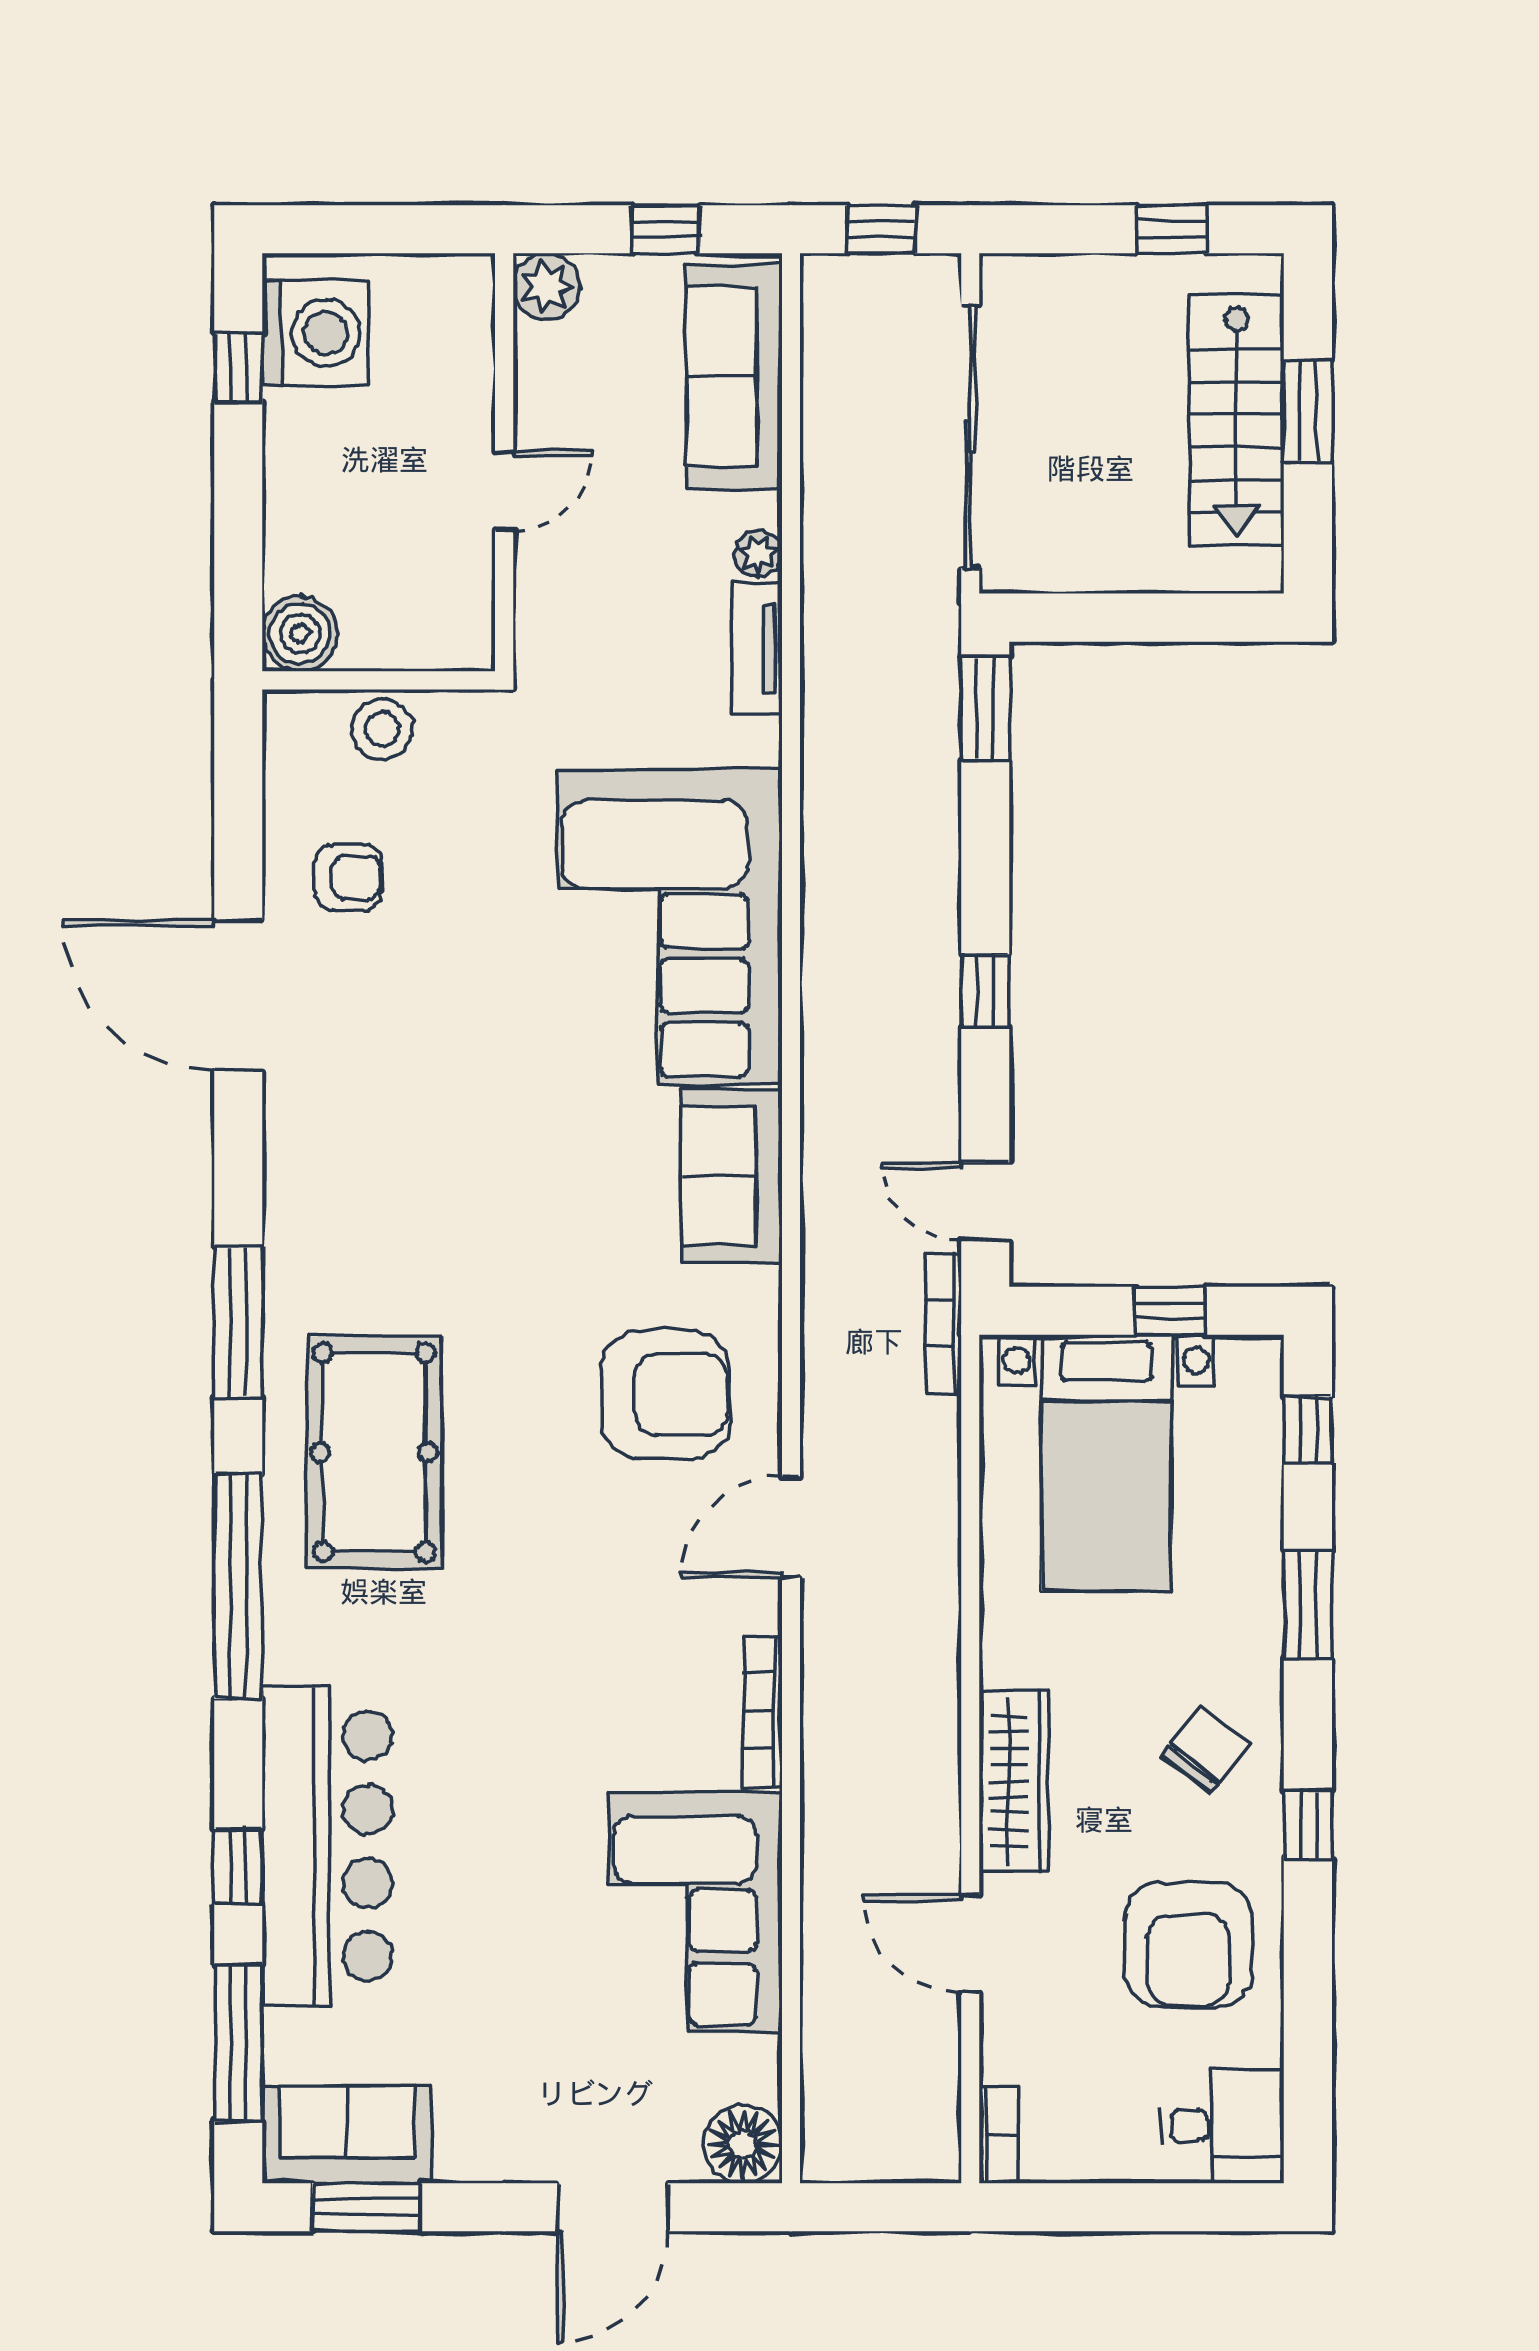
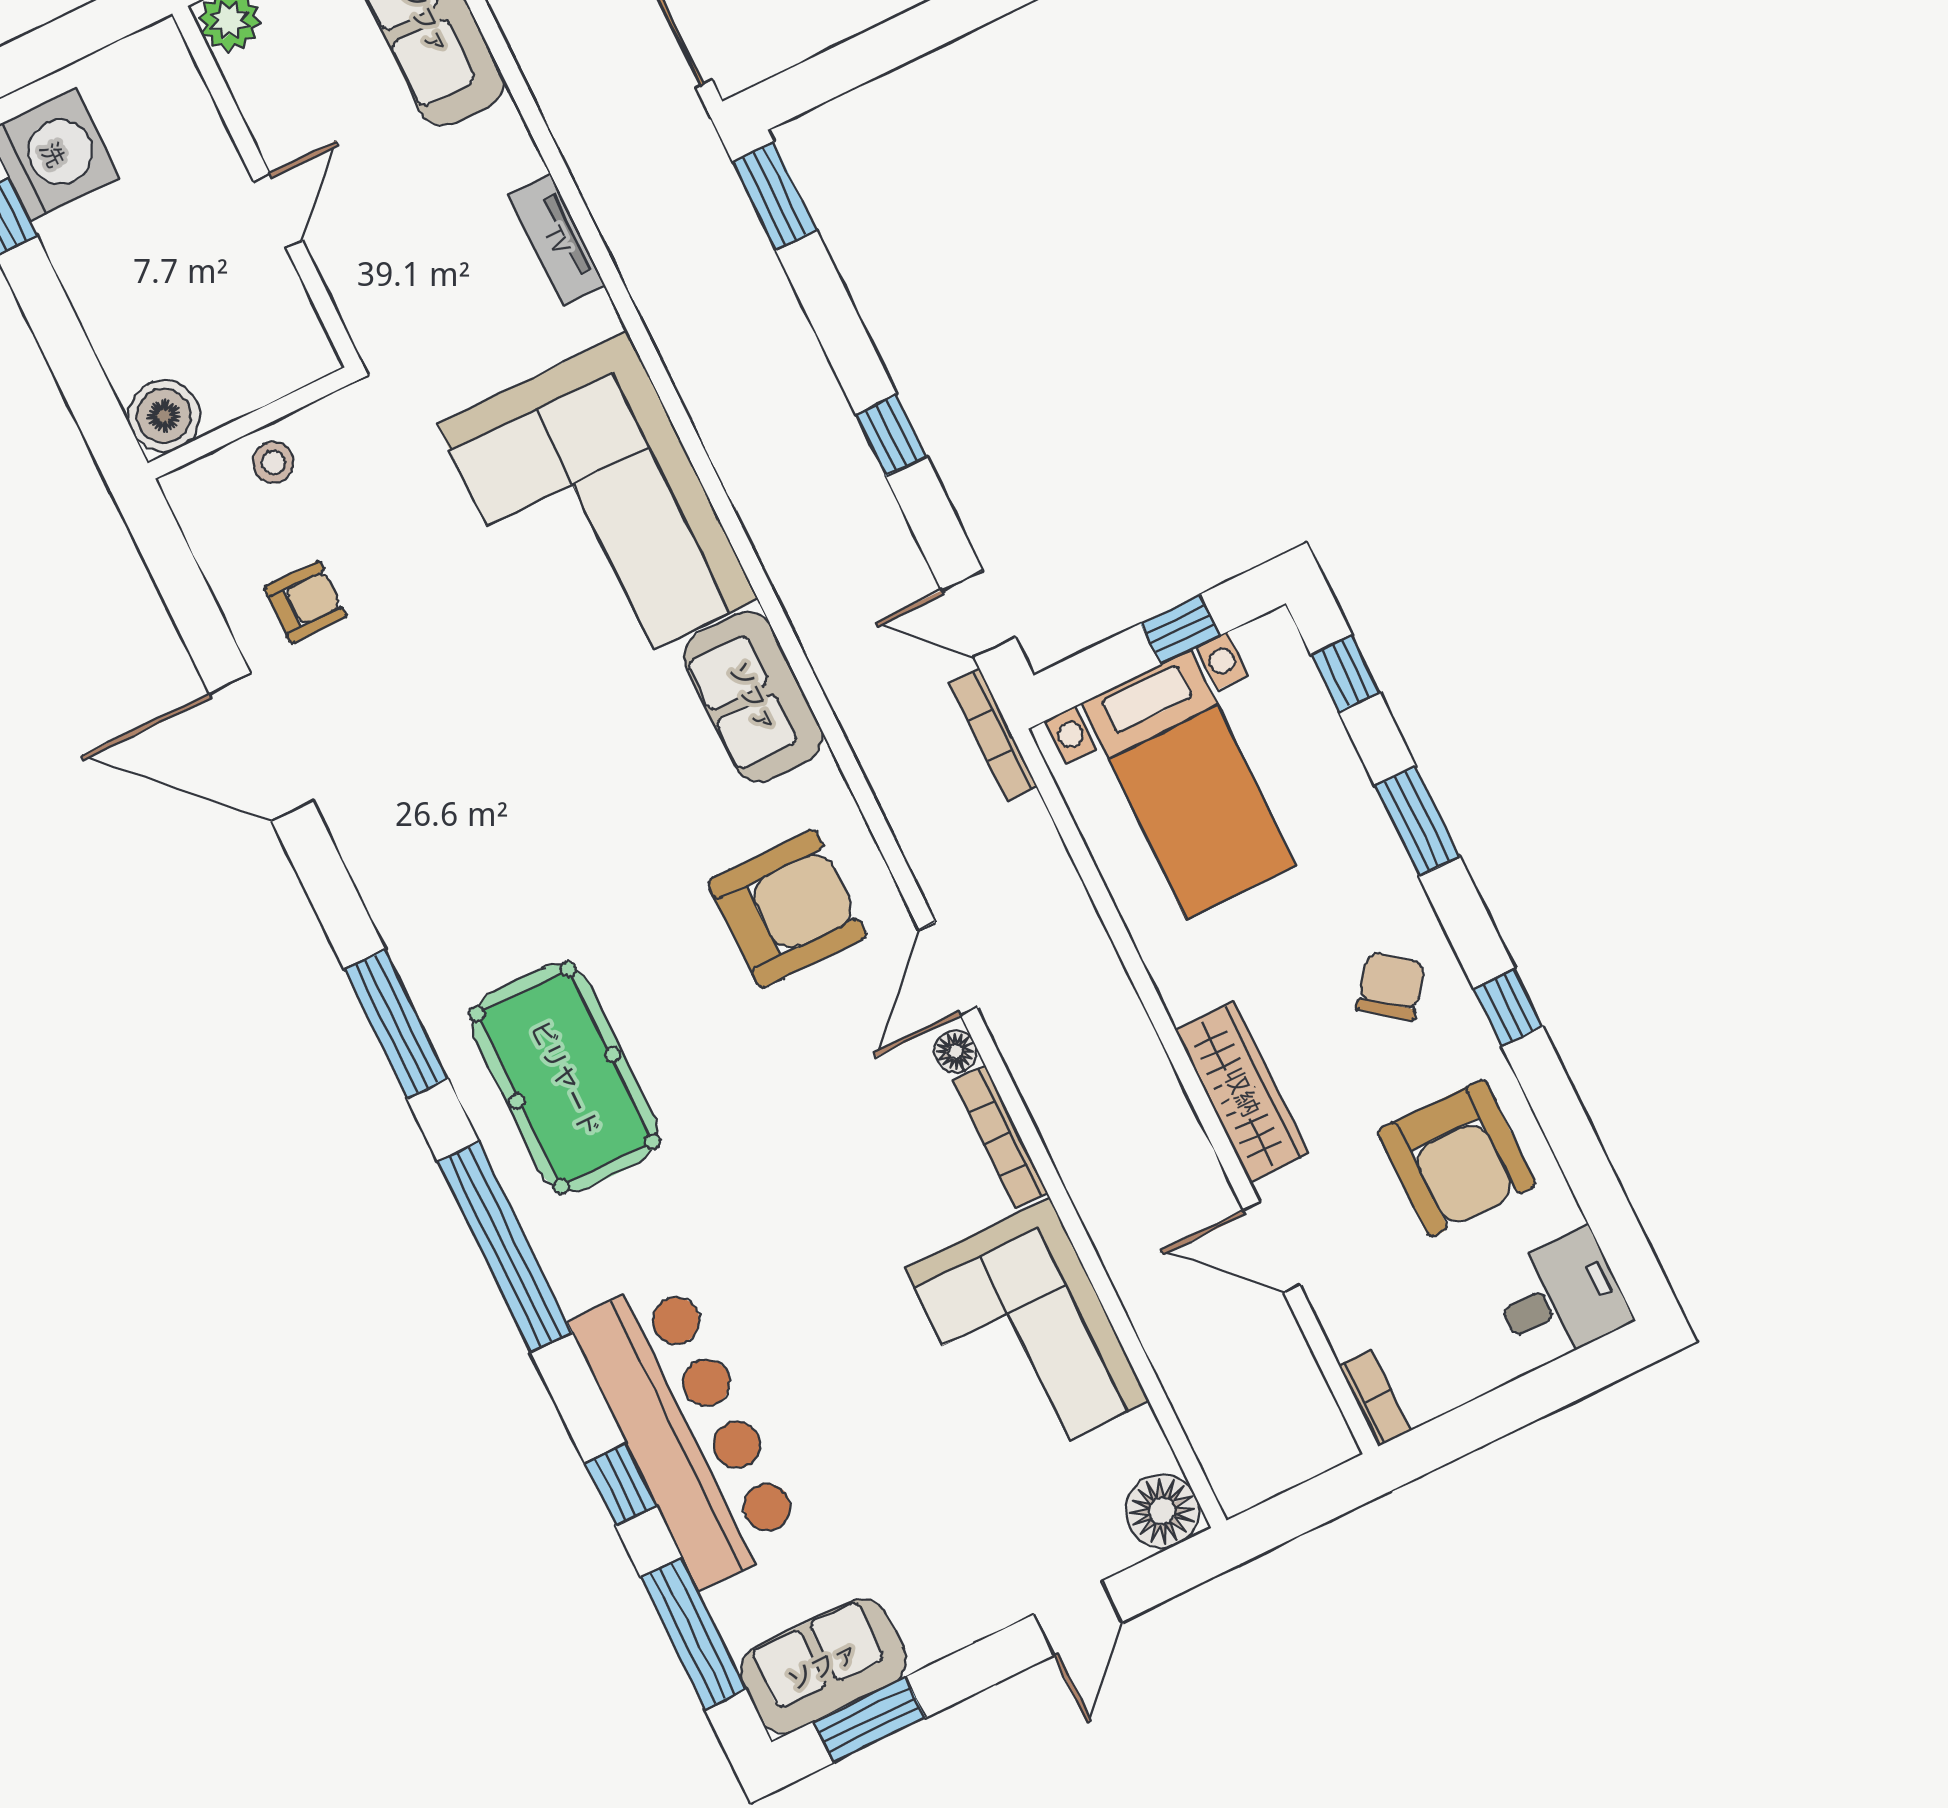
plant: (758, 554) -> (519, 159), removed
stool: (382, 729) -> (273, 463), width x0.73, depth x0.73
floor lamp: (760, 1609) -> (956, 1051), added
door: (613, 2207) -> (1078, 1618), width x0.73

